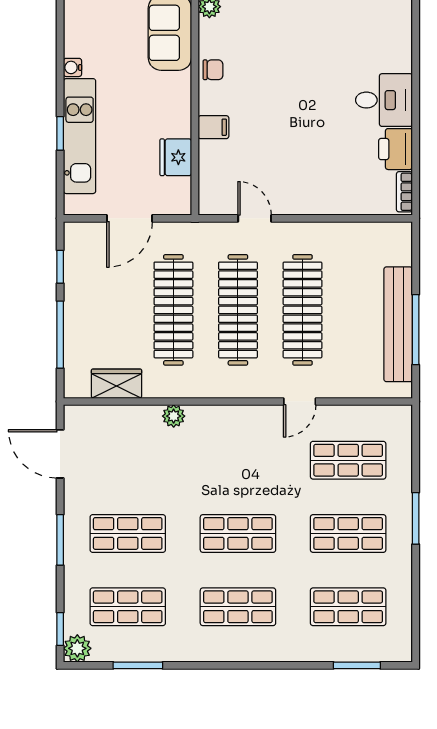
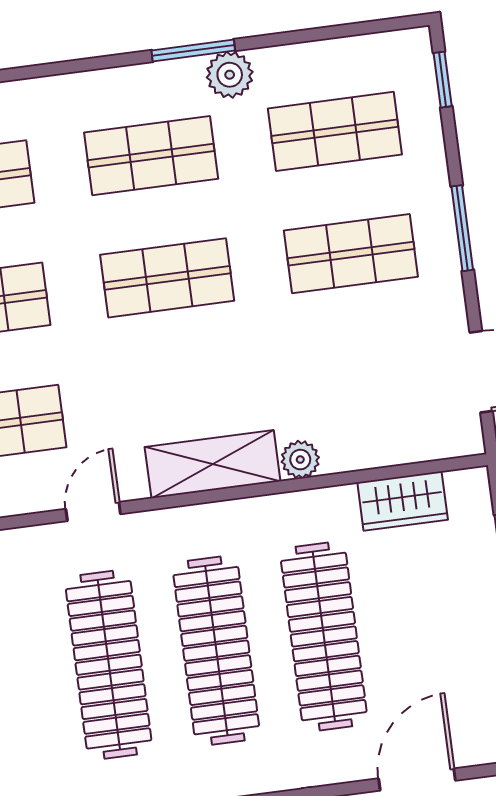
shelving: (226, 420) -> (213, 464), added
plant: (77, 648) -> (230, 75), moved
window: (138, 665) -> (193, 50), moved

